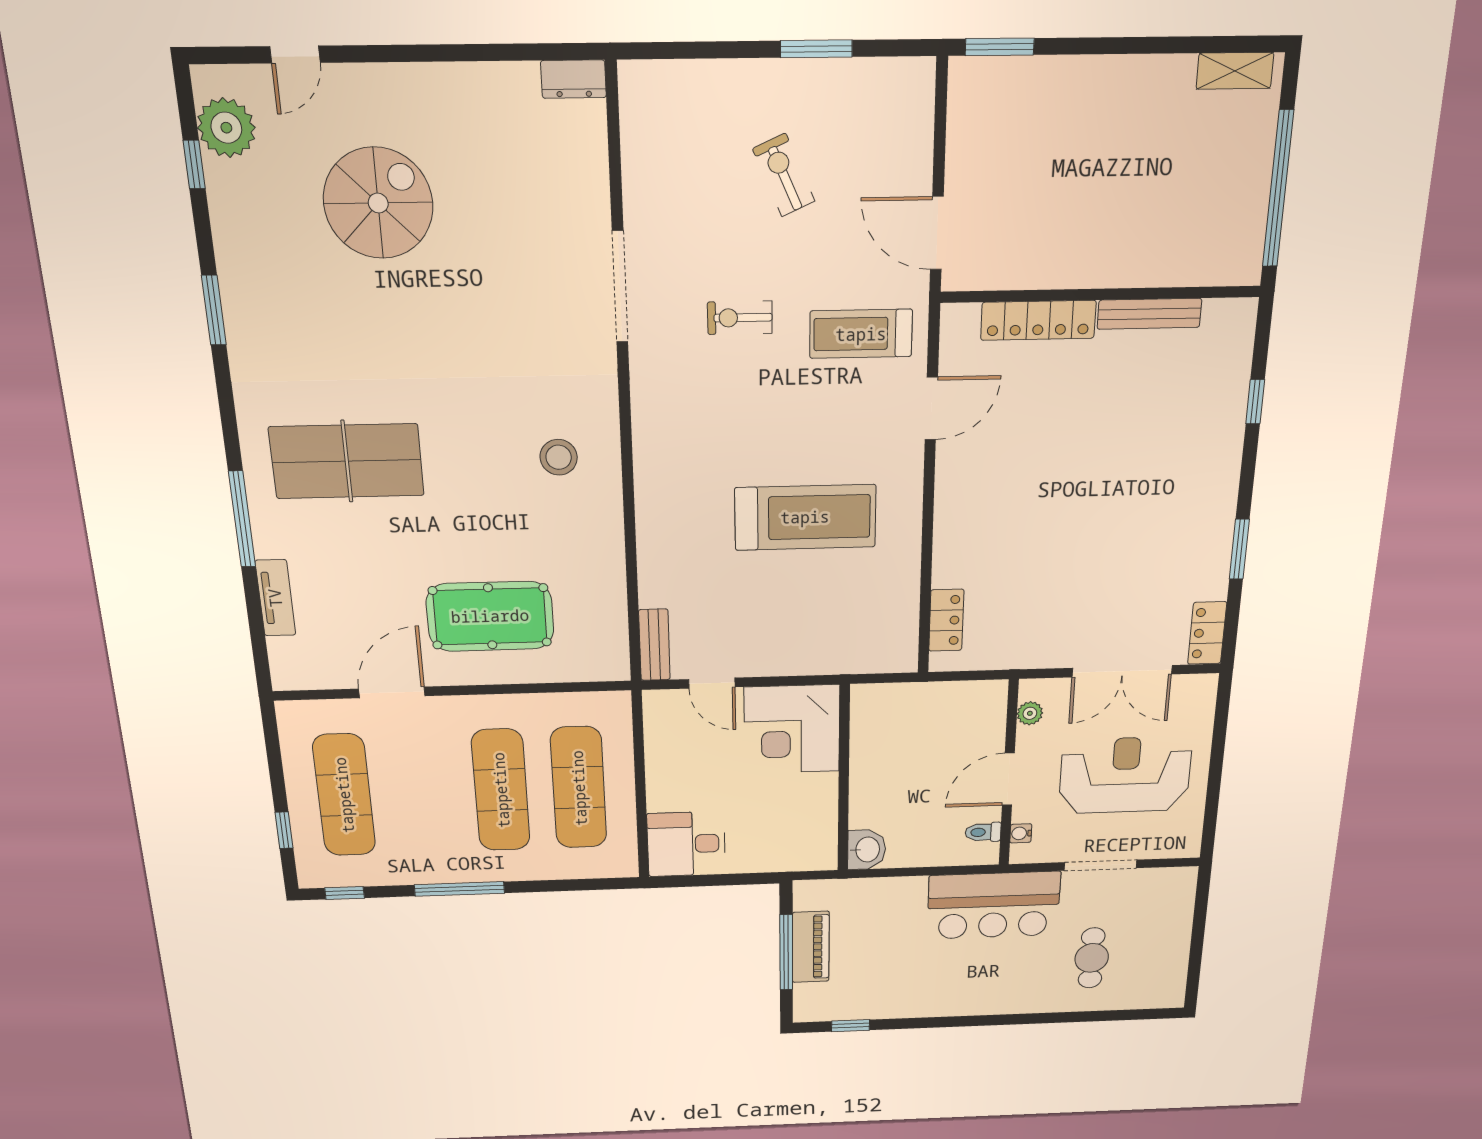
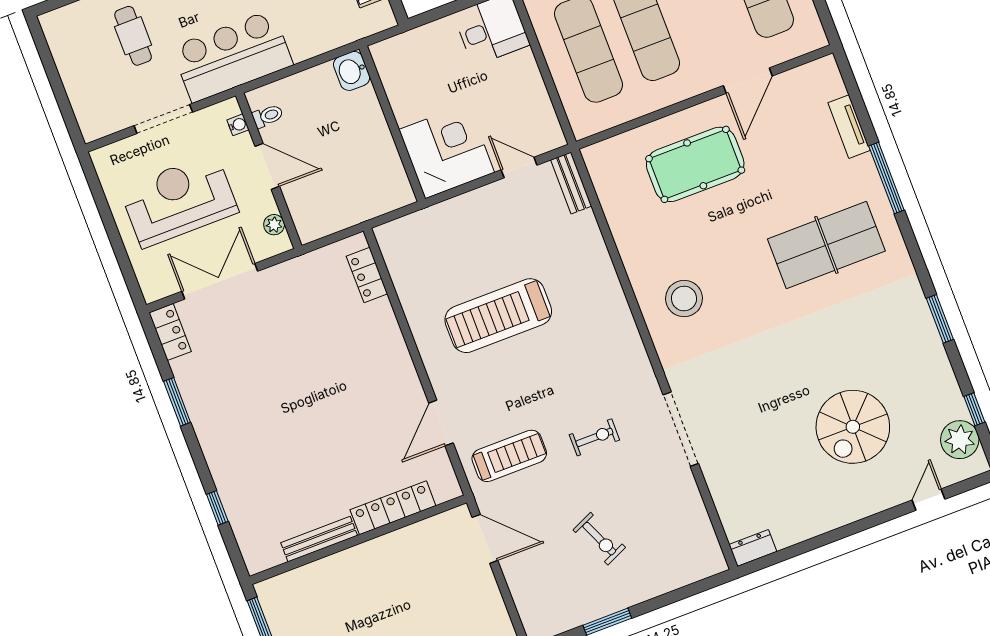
stool: (559, 457) -> (684, 299), width x1.38, depth x1.38
reception desk: (1125, 775) -> (179, 200), turned 180
door: (1008, 779) -> (267, 166), hinge flipped

